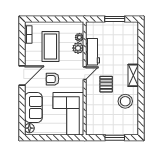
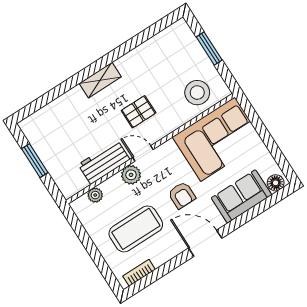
plant: (78, 48) -> (131, 175), moved
stool: (125, 101) -> (197, 93), moved

